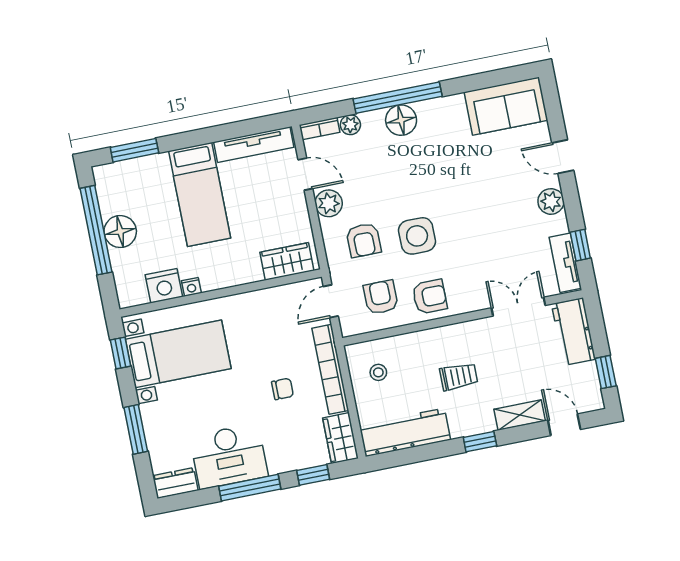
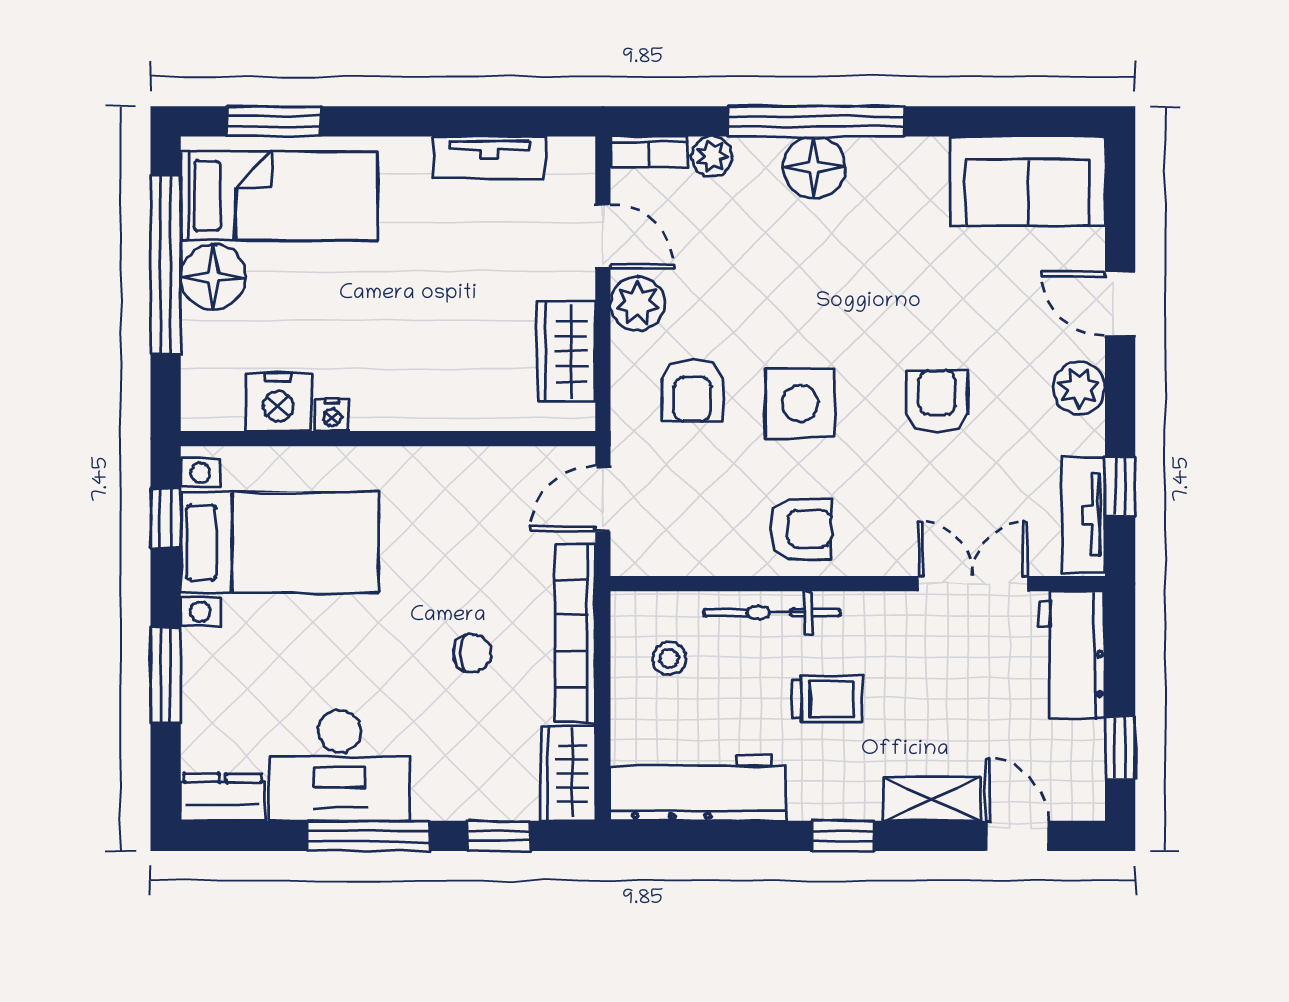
tv unit: (254, 145) -> (489, 158), width x0.71
bed: (200, 195) -> (279, 196), moved, turned -90
wardrobe: (287, 261) -> (566, 351), moved, turned -90
armchair: (381, 297) -> (937, 401), moved
bicycle: (424, 340) -> (772, 613), added

